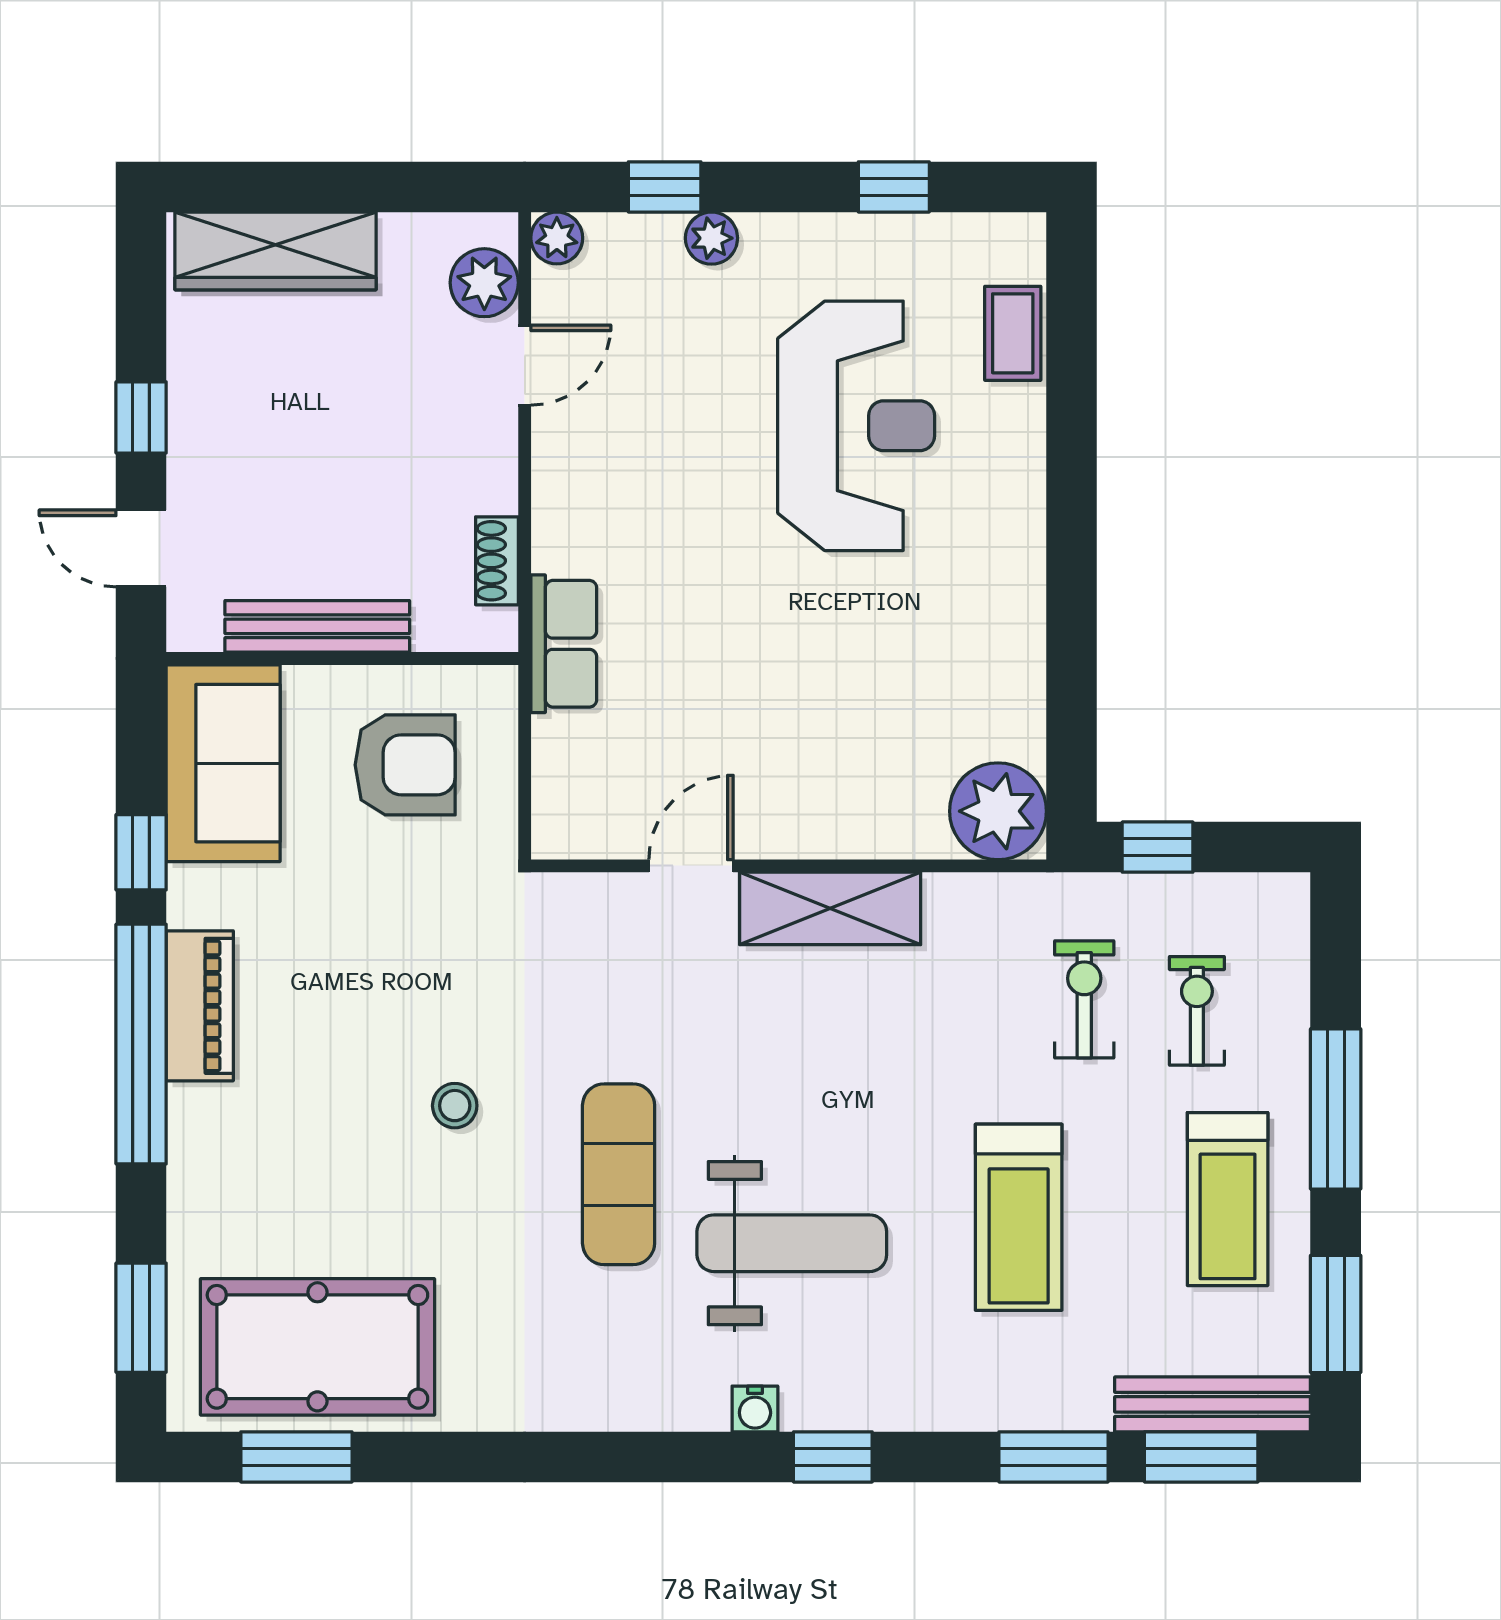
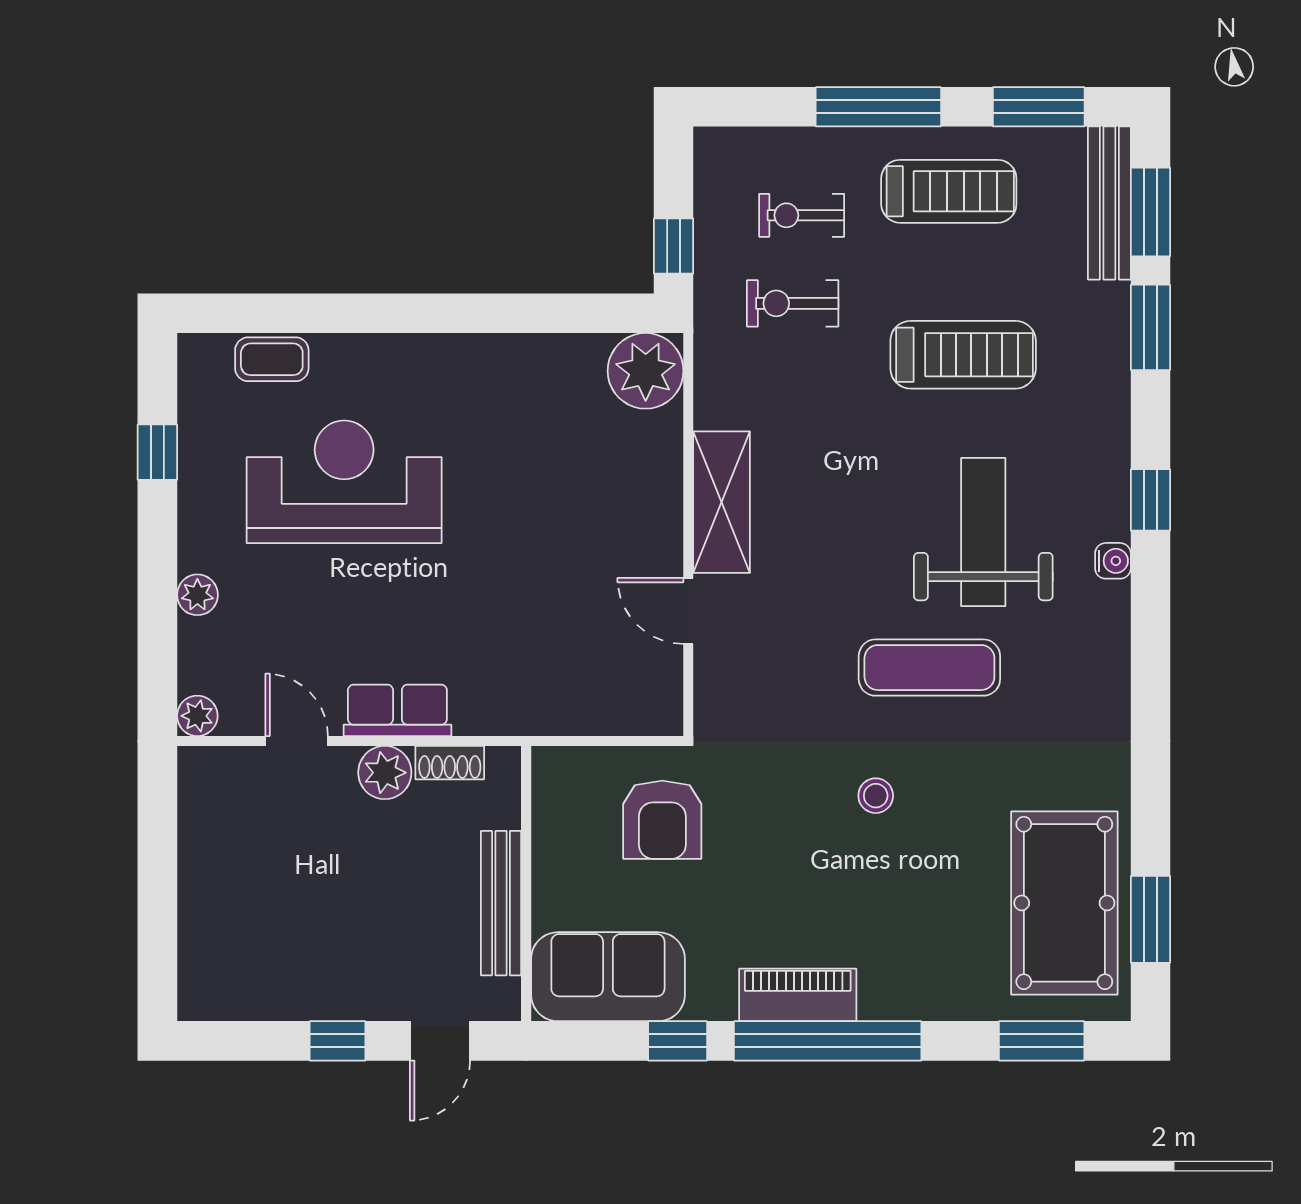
window: (665, 187) -> (157, 631), removed
wardrobe: (276, 251) -> (207, 936), removed
plant: (484, 283) -> (385, 773), moved
row of seats: (564, 644) -> (397, 710), moved
armchair: (405, 765) -> (662, 820), moved, turned 180

